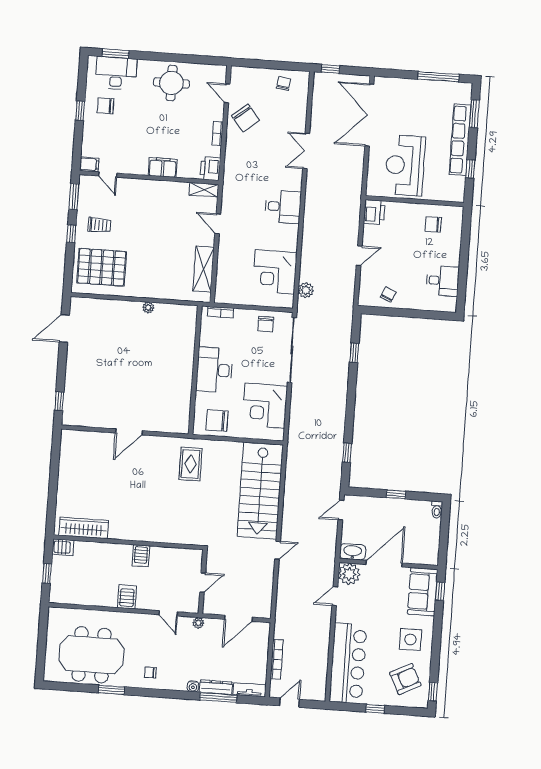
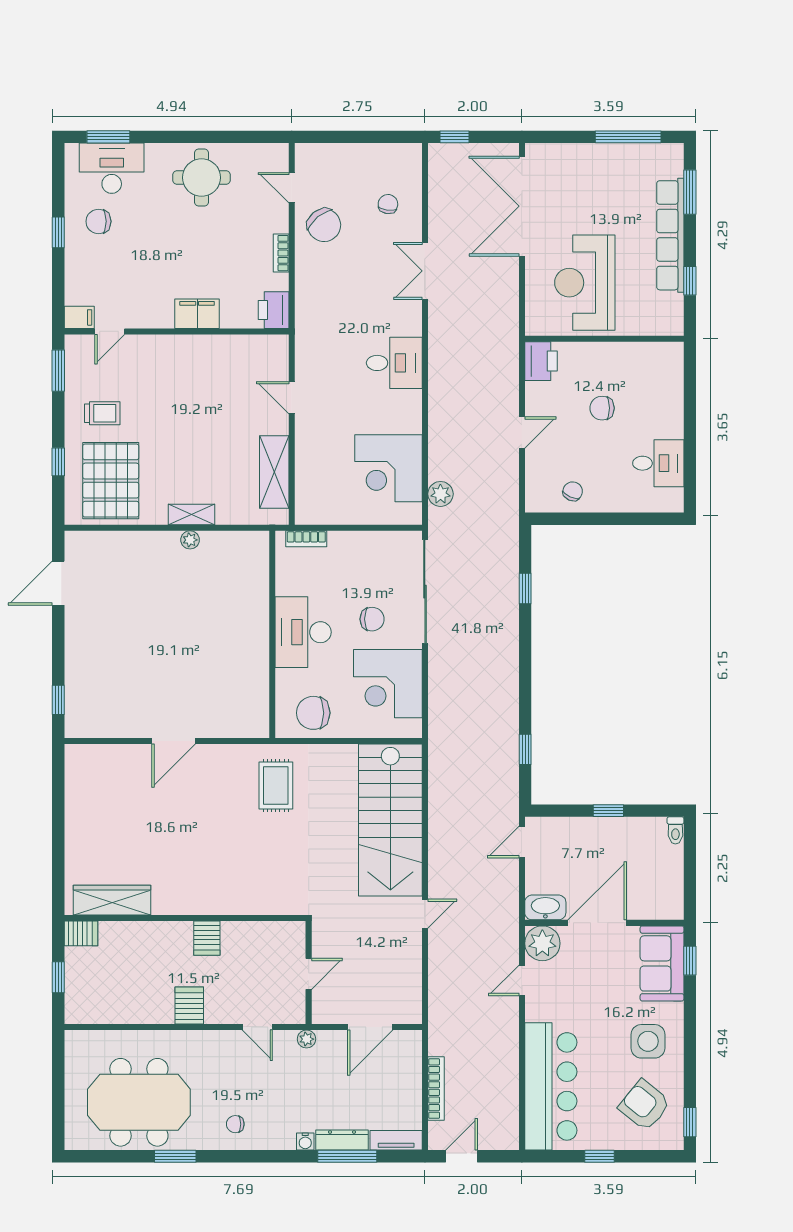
chair: (284, 83) -> (388, 204), moved
door: (108, 175) -> (110, 331), hinge flipped
shelving: (204, 190) -> (192, 514), moved
chair: (433, 224) -> (602, 408), moved
window: (71, 234) -> (58, 462), moved
pallet: (102, 267) -> (111, 481), turned 90
chair: (266, 324) -> (372, 619), moved, turned -90
armchair: (405, 679) -> (644, 1105), turned -114

